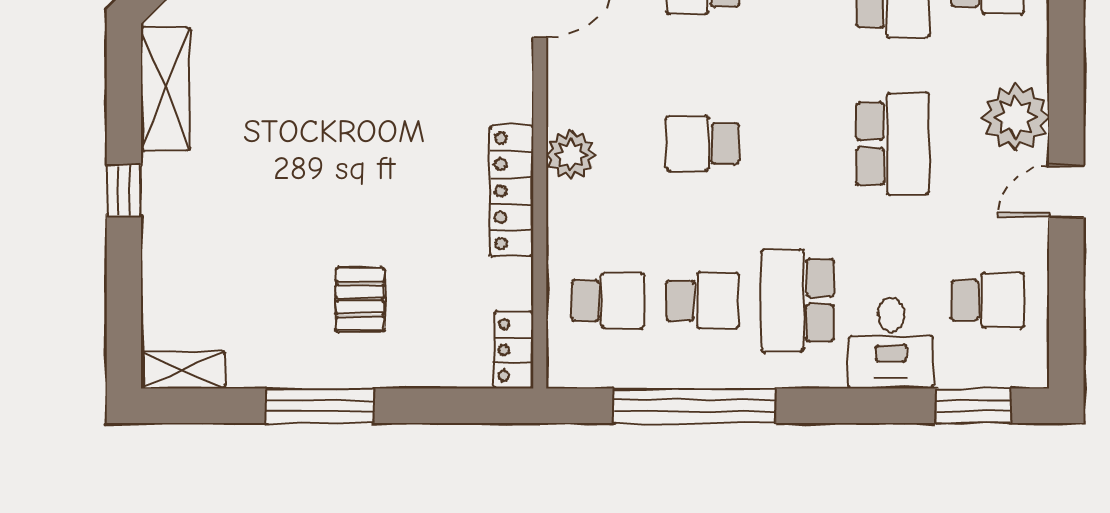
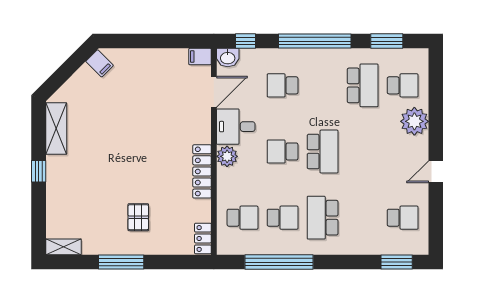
plant: (1016, 117) -> (414, 121), moved
school desk: (893, 143) -> (323, 152), moved
desk: (891, 343) -> (236, 127), moved, turned 90

